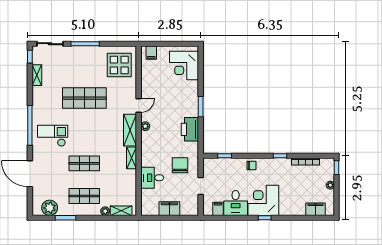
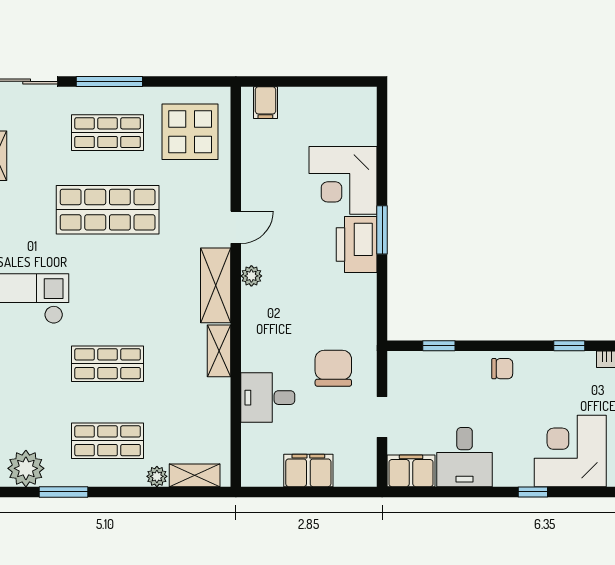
shop shelf: (84, 65) -> (108, 133), added
corner desk: (184, 66) -> (343, 180), moved
printer: (190, 129) -> (357, 244), moved
corner desk: (263, 200) -> (570, 451), moved
filing cabinet: (218, 209) -> (411, 471), width x2.00

